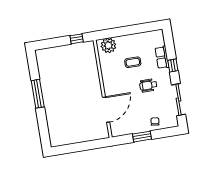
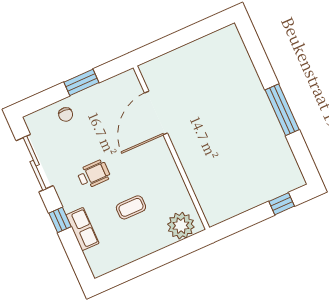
window: (77, 39) -> (282, 204), moved

